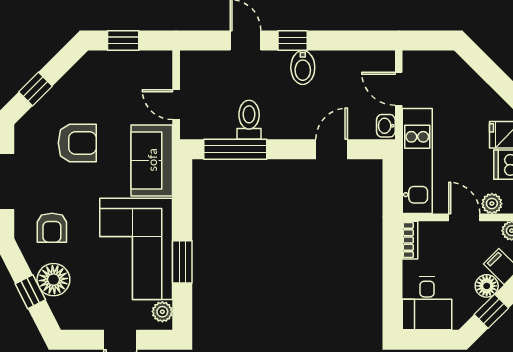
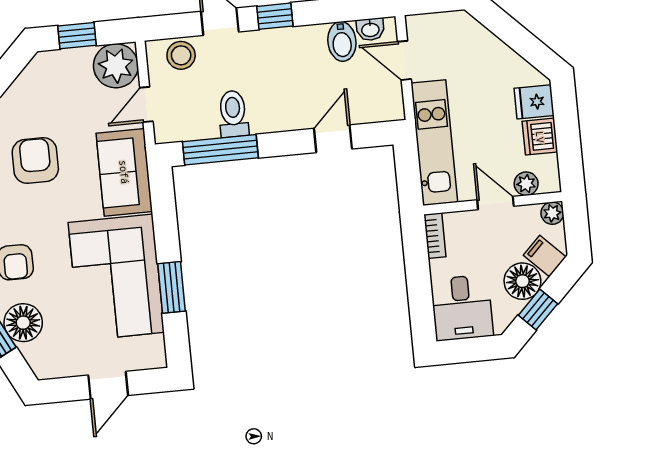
stool: (210, 66) -> (181, 55), added
bidet: (303, 67) -> (342, 41), moved
door: (176, 105) -> (146, 105), hinge flipped
washbasin: (386, 126) -> (370, 29), moved, turned -90
armchair: (77, 143) -> (35, 161), turned -90
floor lamp: (487, 286) -> (522, 281), width x1.38, depth x1.38
plant: (162, 312) -> (116, 66), moved, width x1.87, depth x1.87

